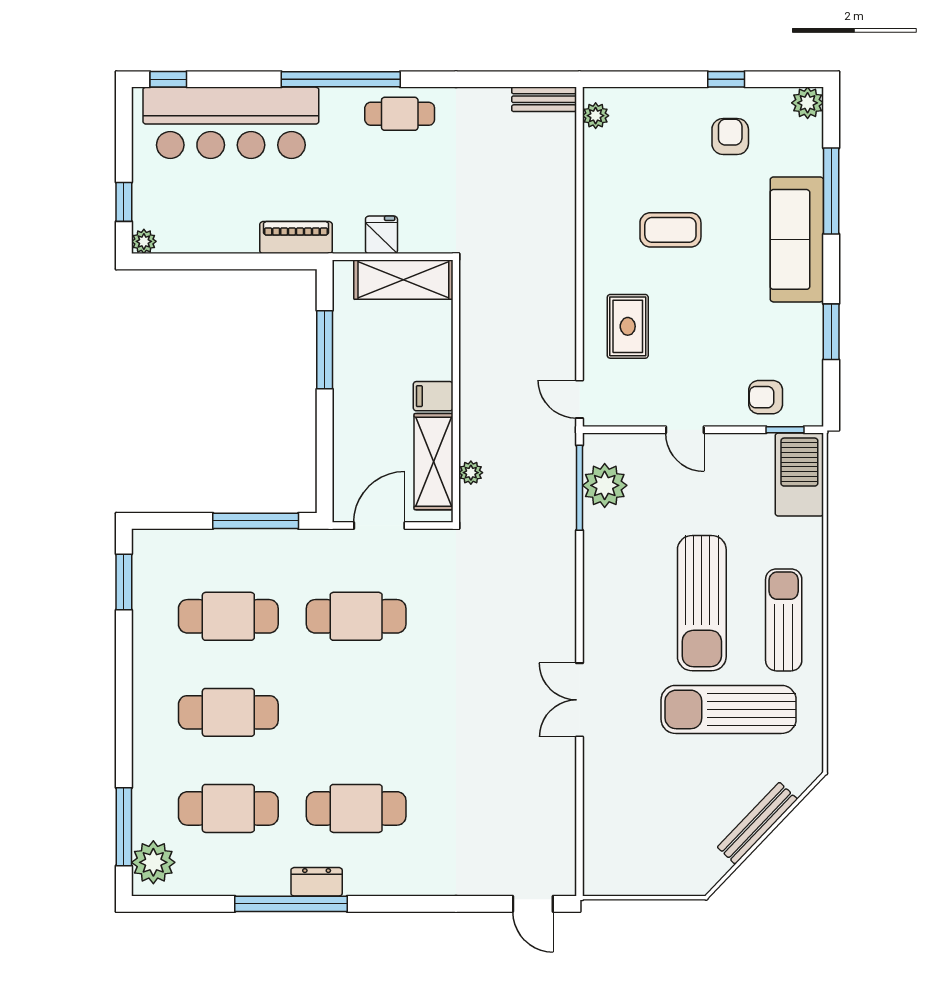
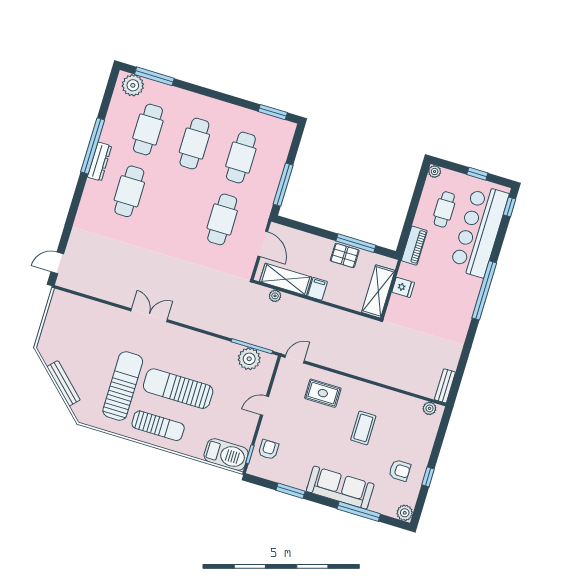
cafe table: (400, 114) -> (444, 209), moved
window: (124, 202) -> (477, 174), moved
pallet: (354, 364) -> (345, 256), added
dresser: (317, 882) -> (100, 161), width x1.44

